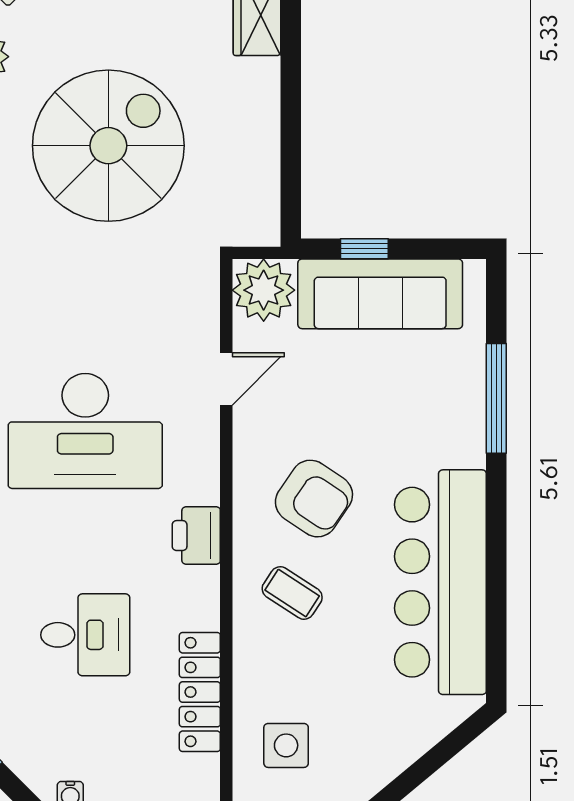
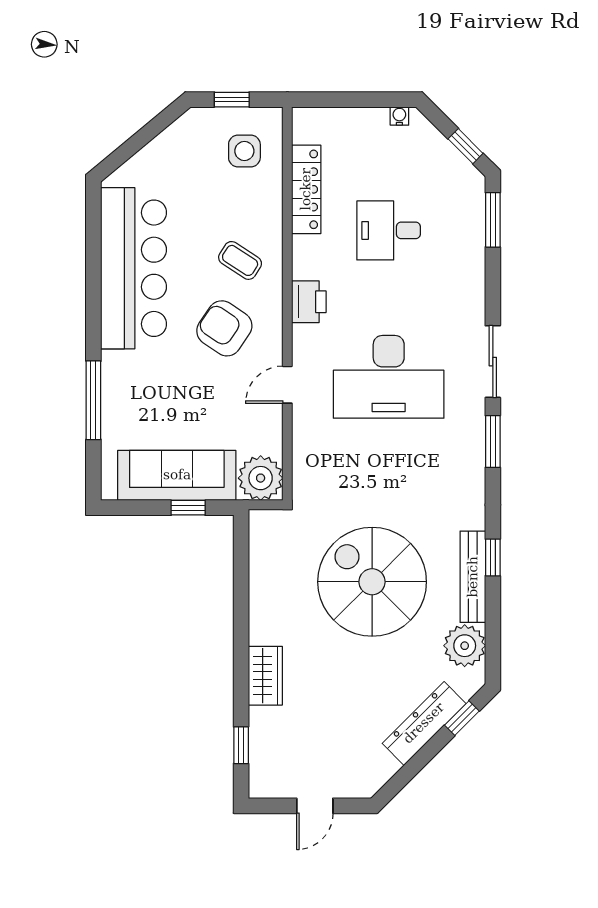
spiral stairs: (108, 146) -> (372, 582), turned 90
door: (226, 379) -> (287, 385), moved
desk: (85, 431) -> (389, 377), turned 180

